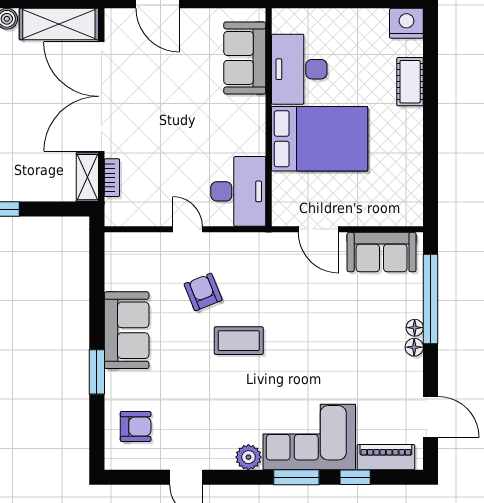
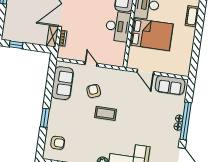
desk: (238, 191) -> (118, 26), moved
window: (431, 299) -> (186, 121), moved
sofa: (127, 330) -> (62, 83), moved

